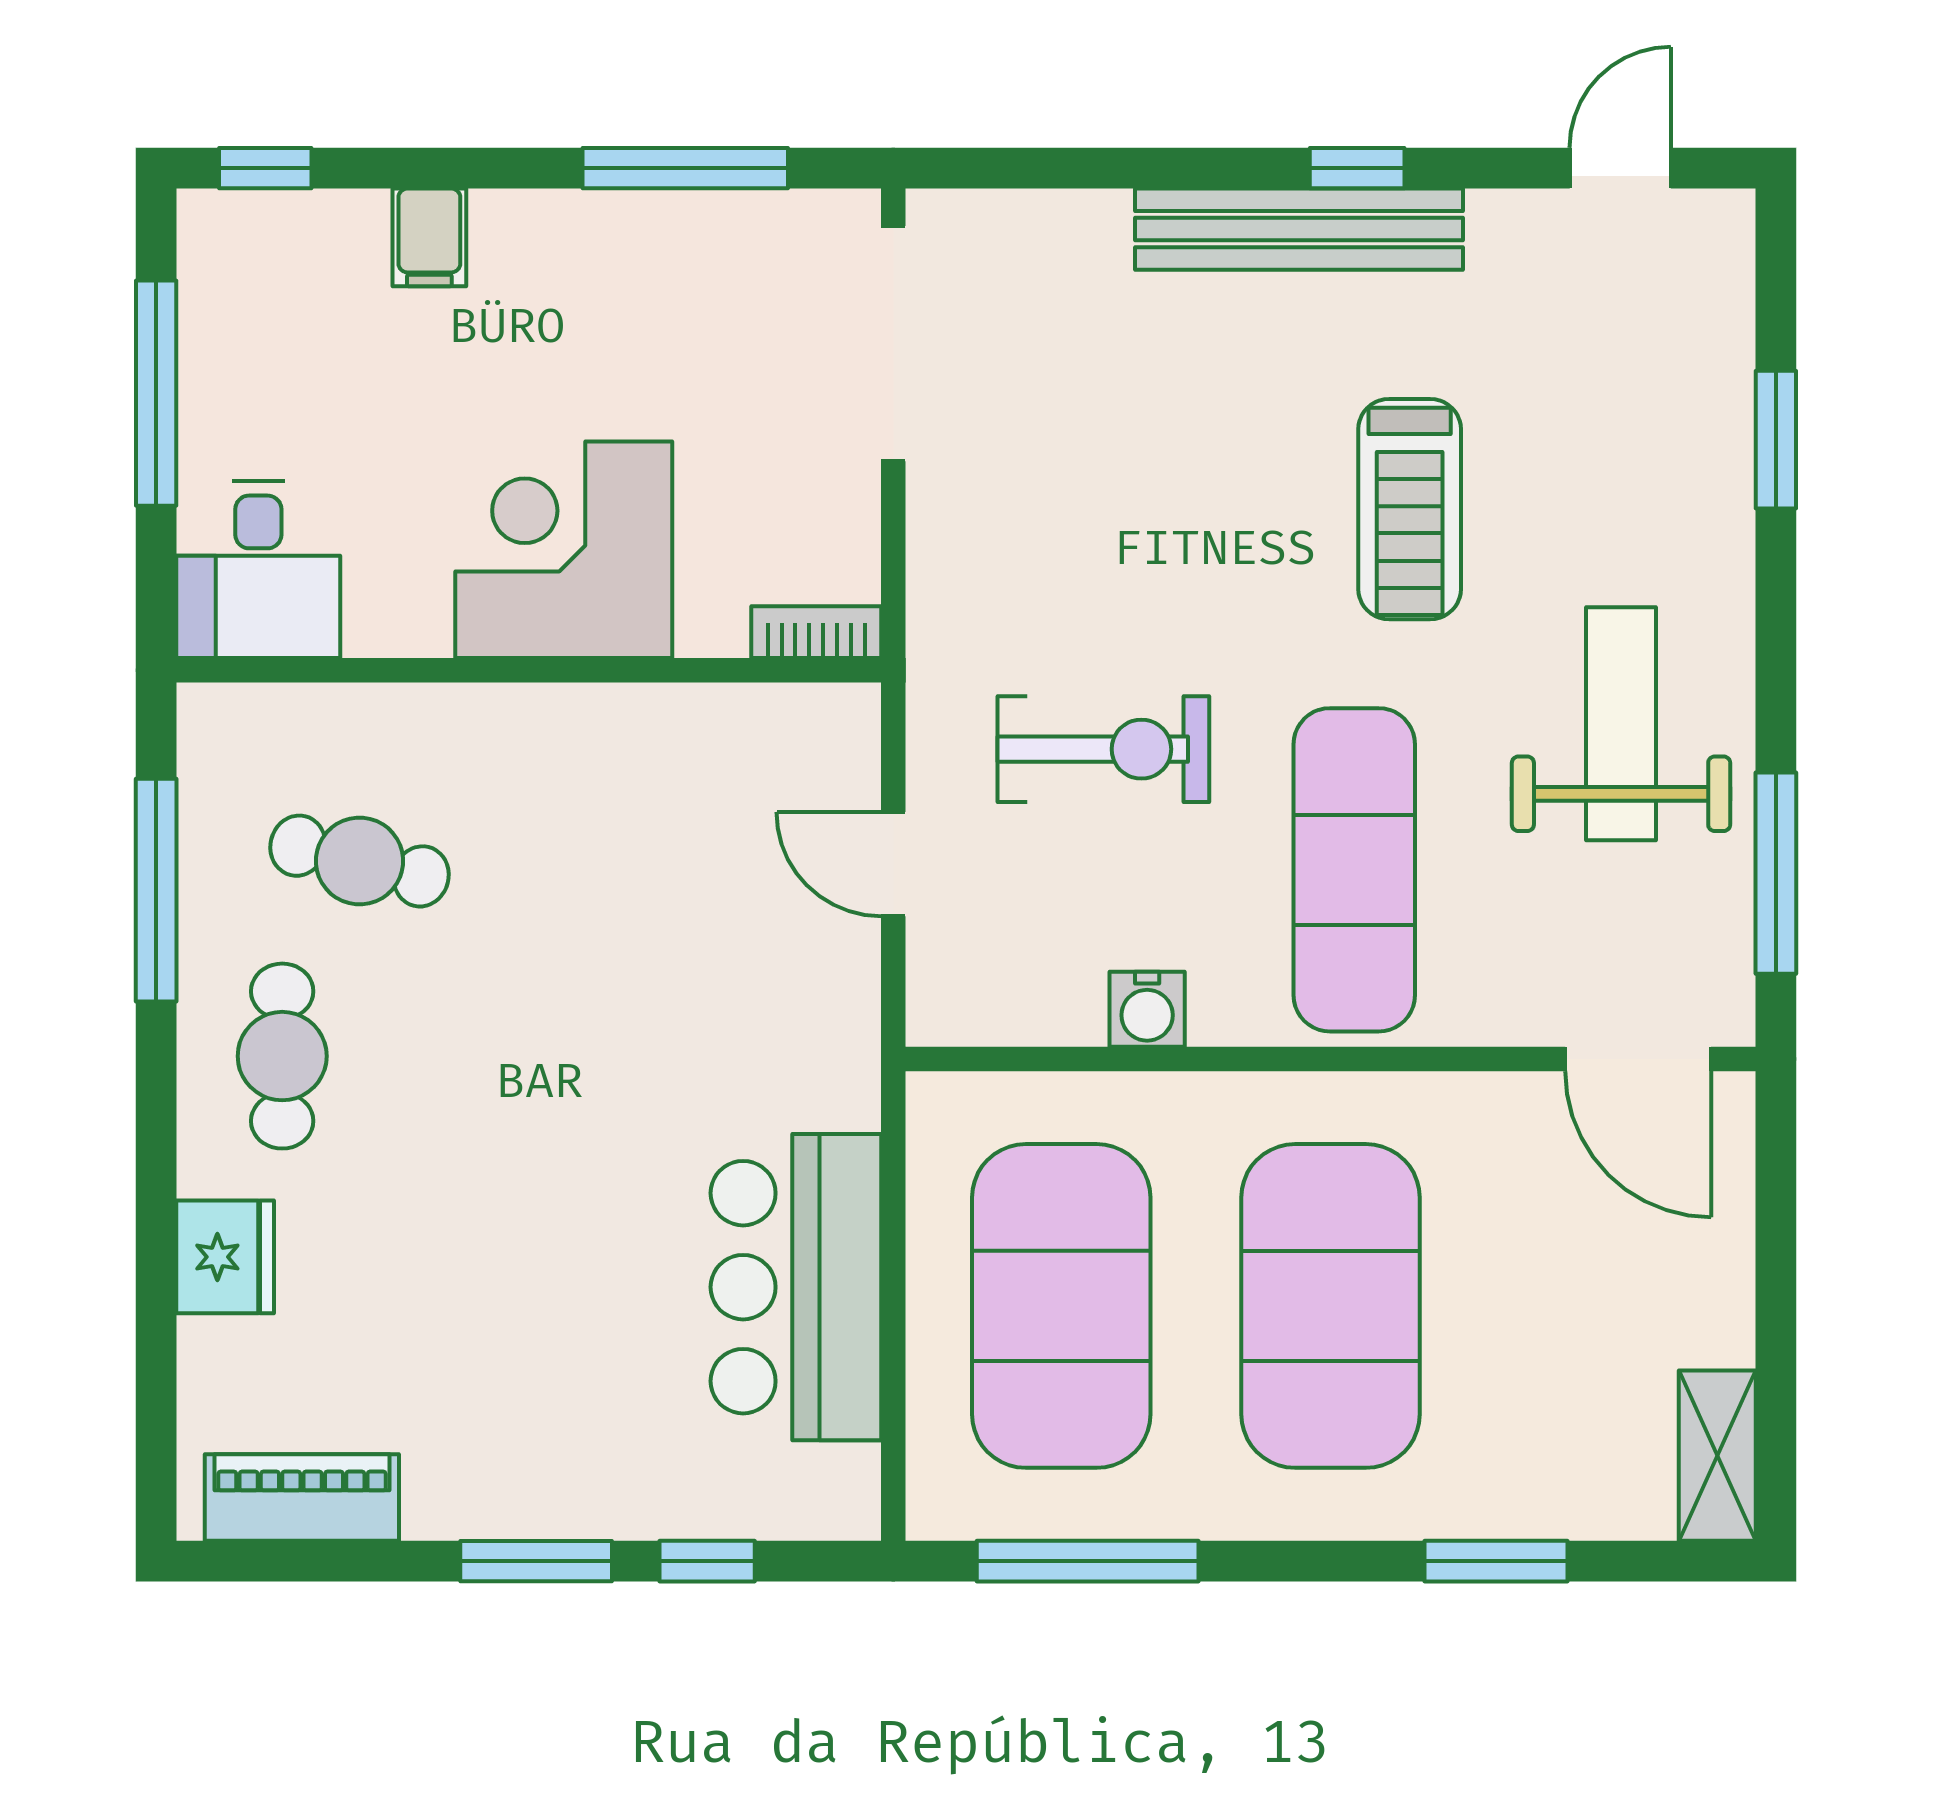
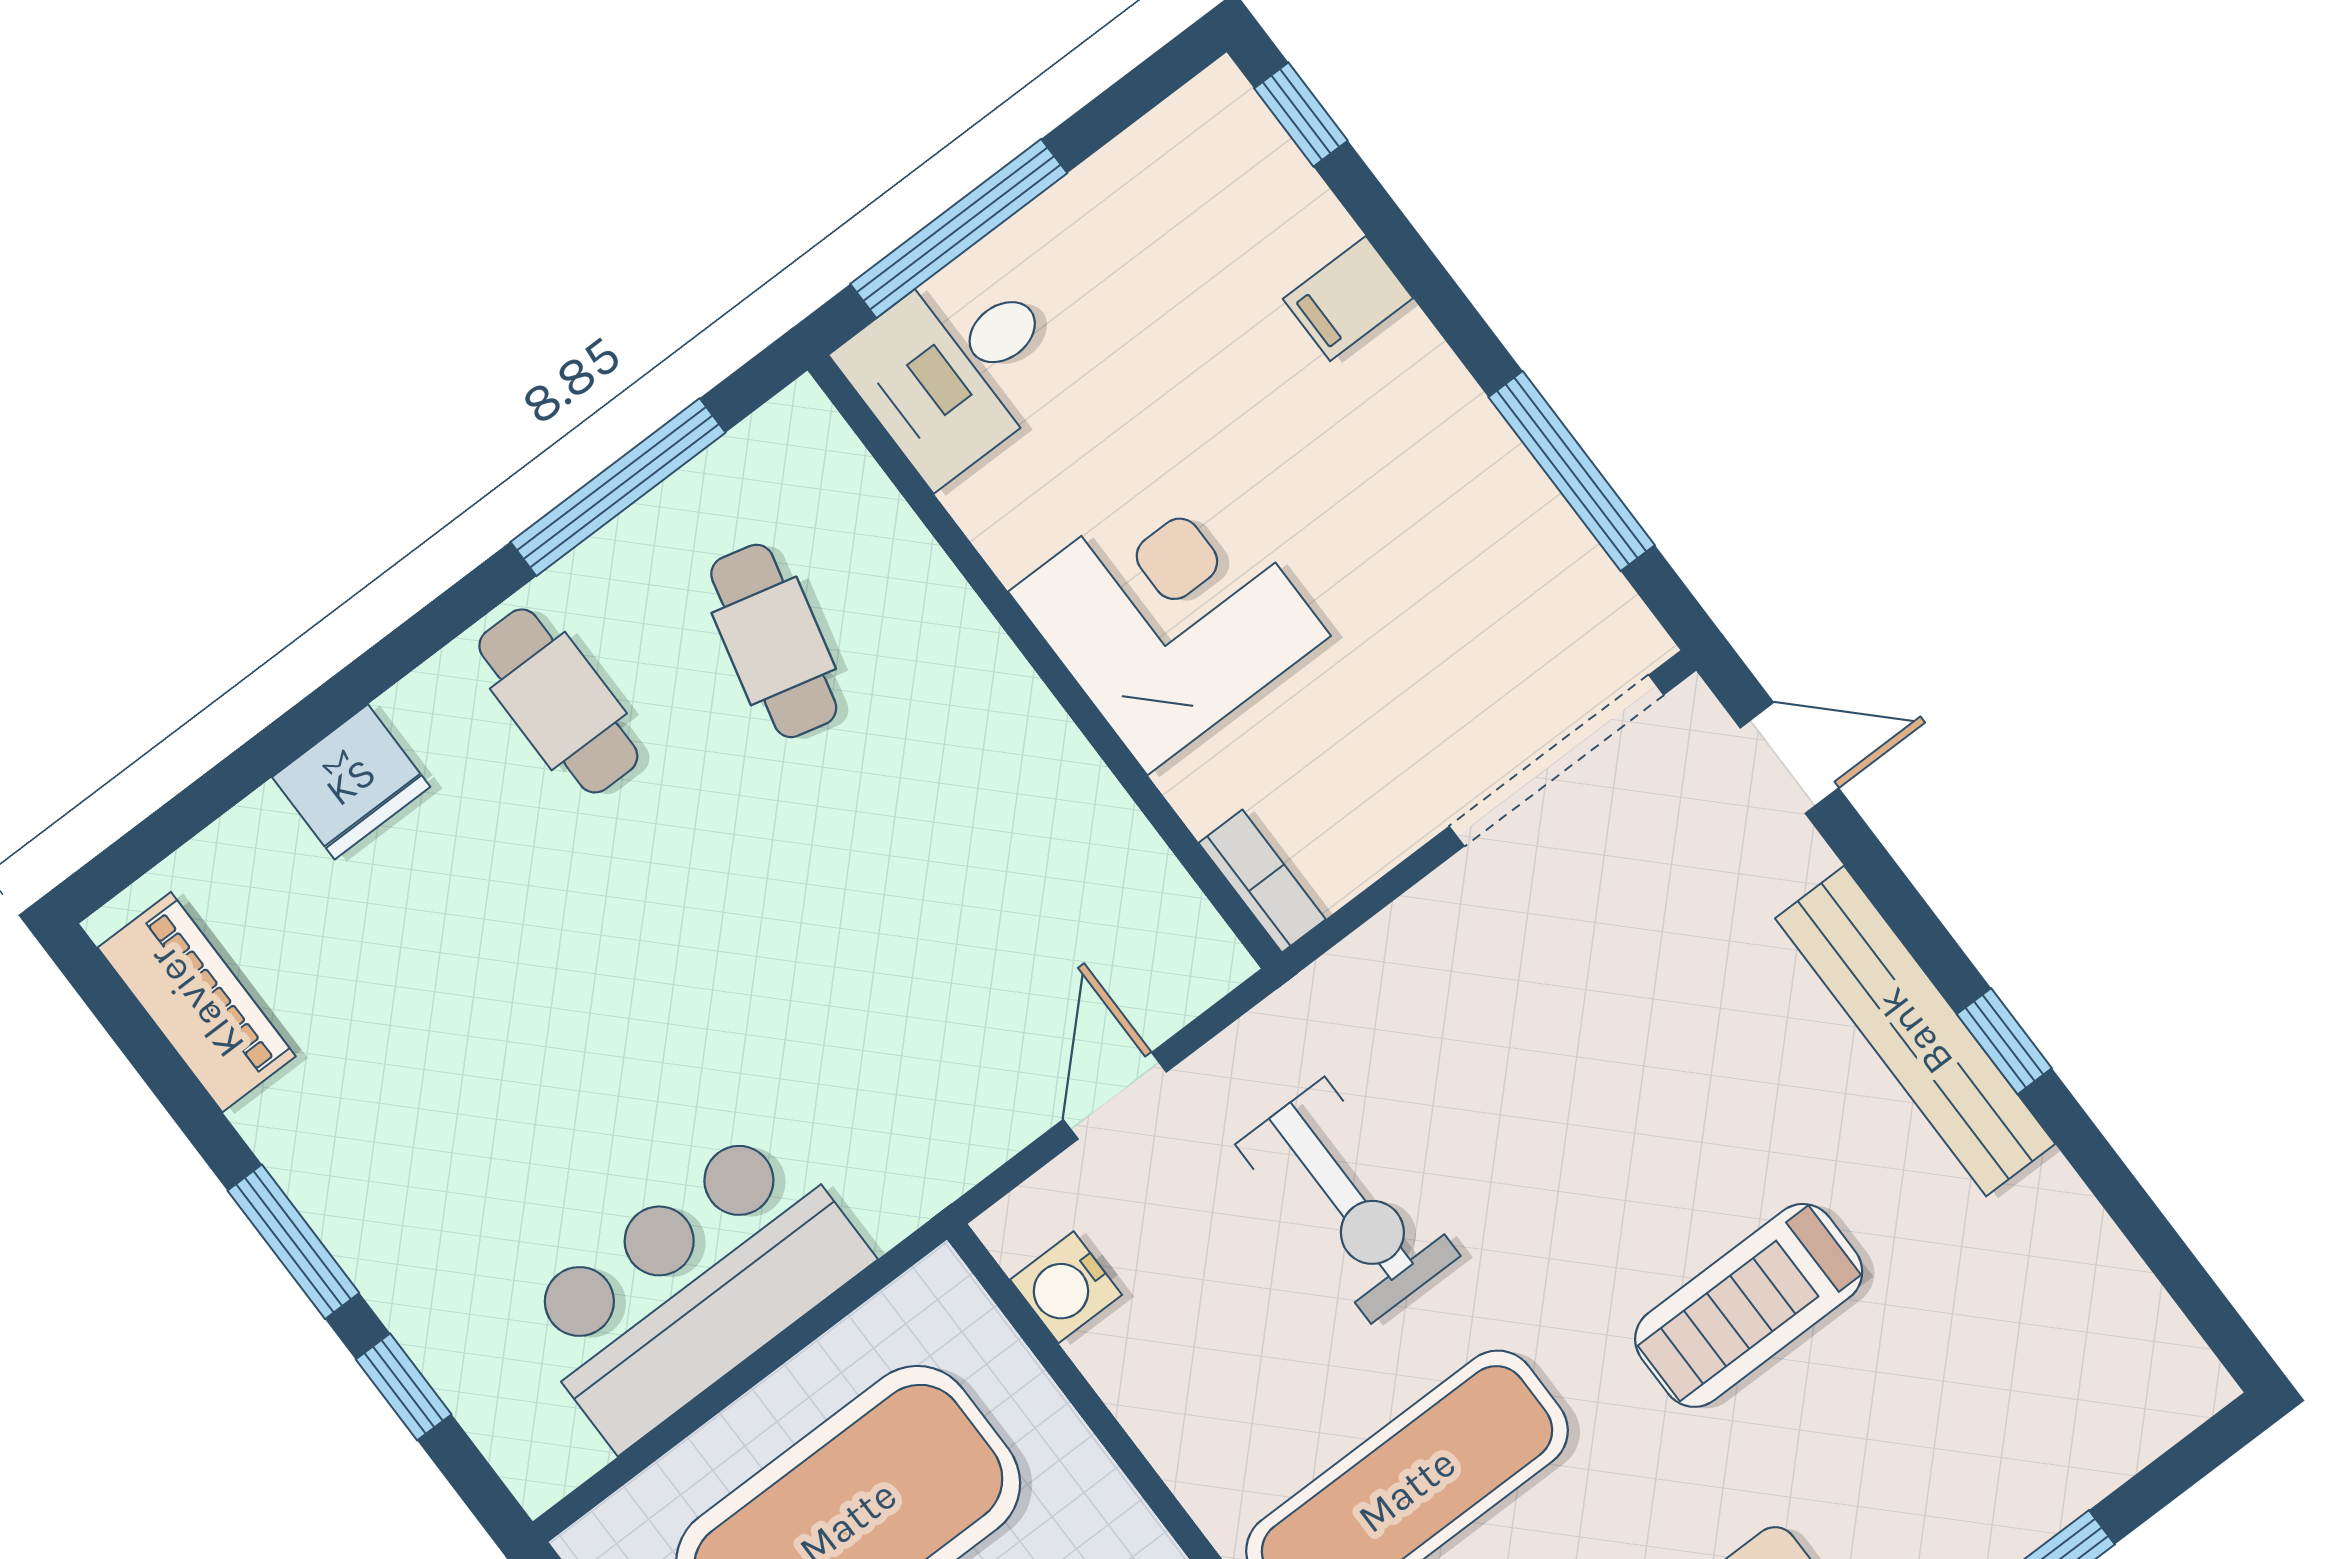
door: (1620, 168) -> (1789, 758), moved
window: (156, 393) -> (959, 229), moved
water cooler: (1147, 1009) -> (1066, 1287), moved
cafe table: (282, 1056) -> (558, 701), turned 90

